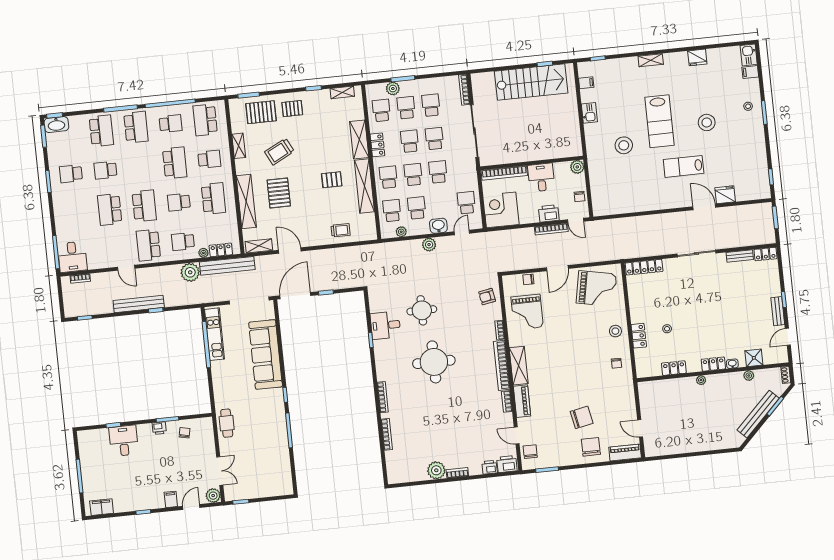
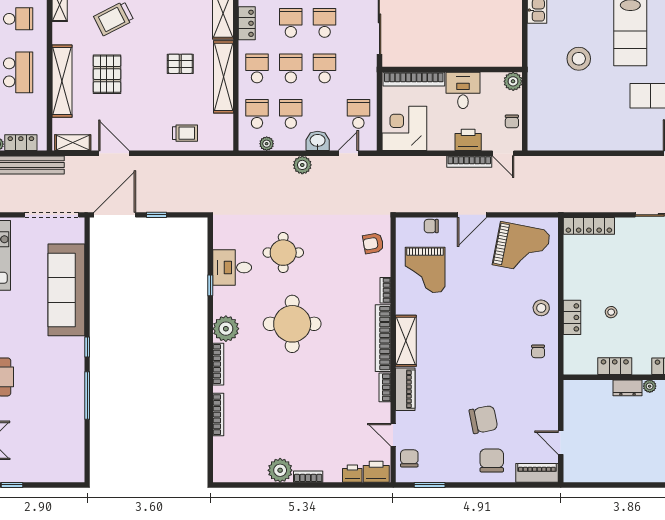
plant: (386, 371) -> (226, 329), added
dresser: (685, 383) -> (627, 388), added

